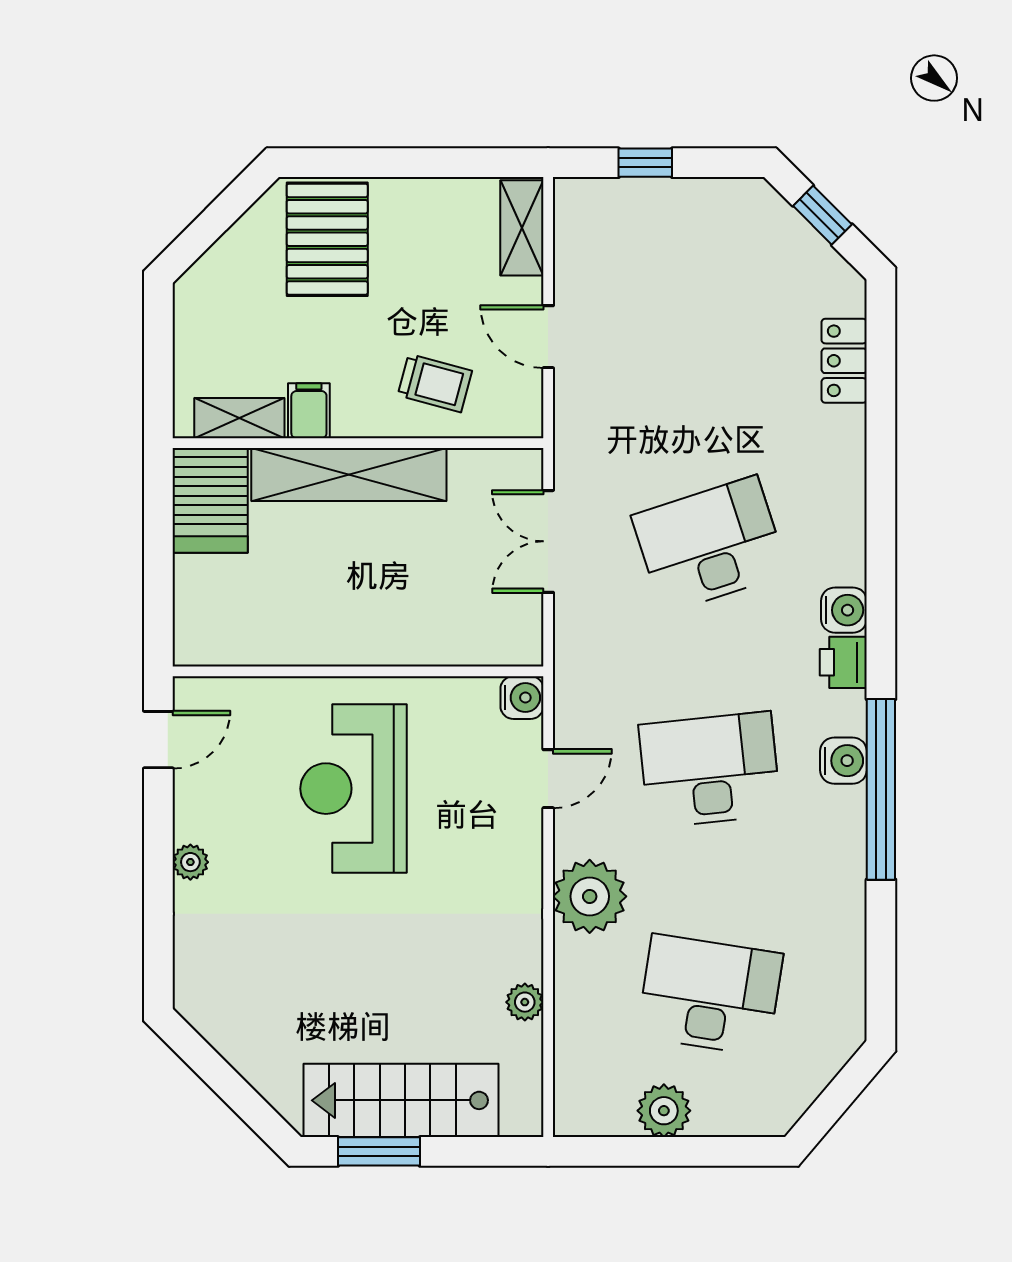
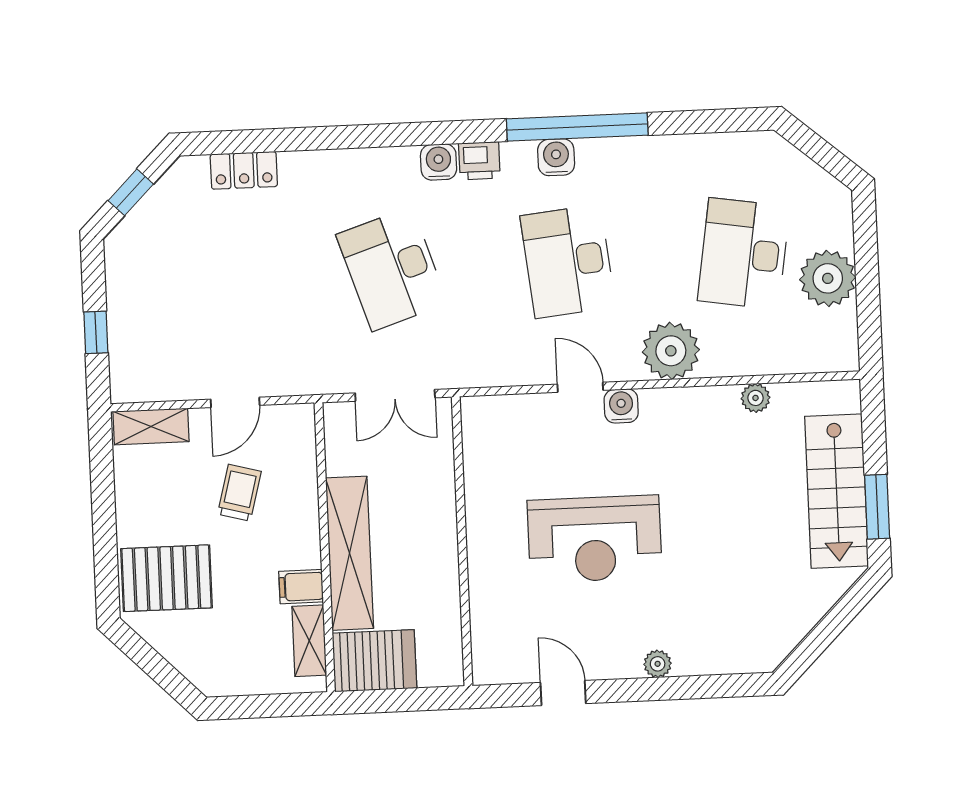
trolley: (435, 383) -> (239, 493), moved
wall: (358, 671) -> (462, 541), moved
water cooler: (522, 698) -> (621, 406), moved
plant: (664, 1111) -> (828, 278), width x1.36, depth x1.36

